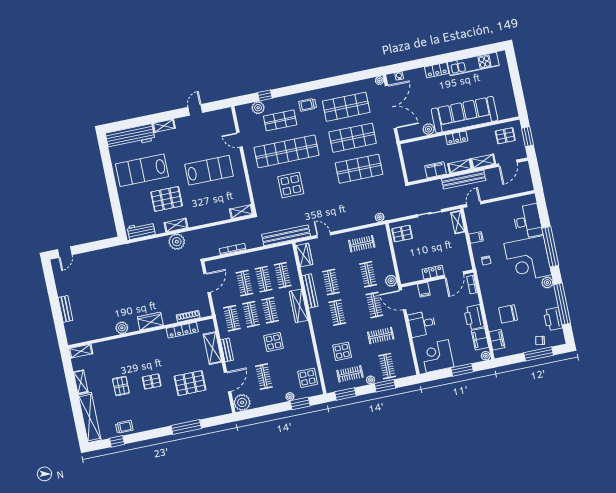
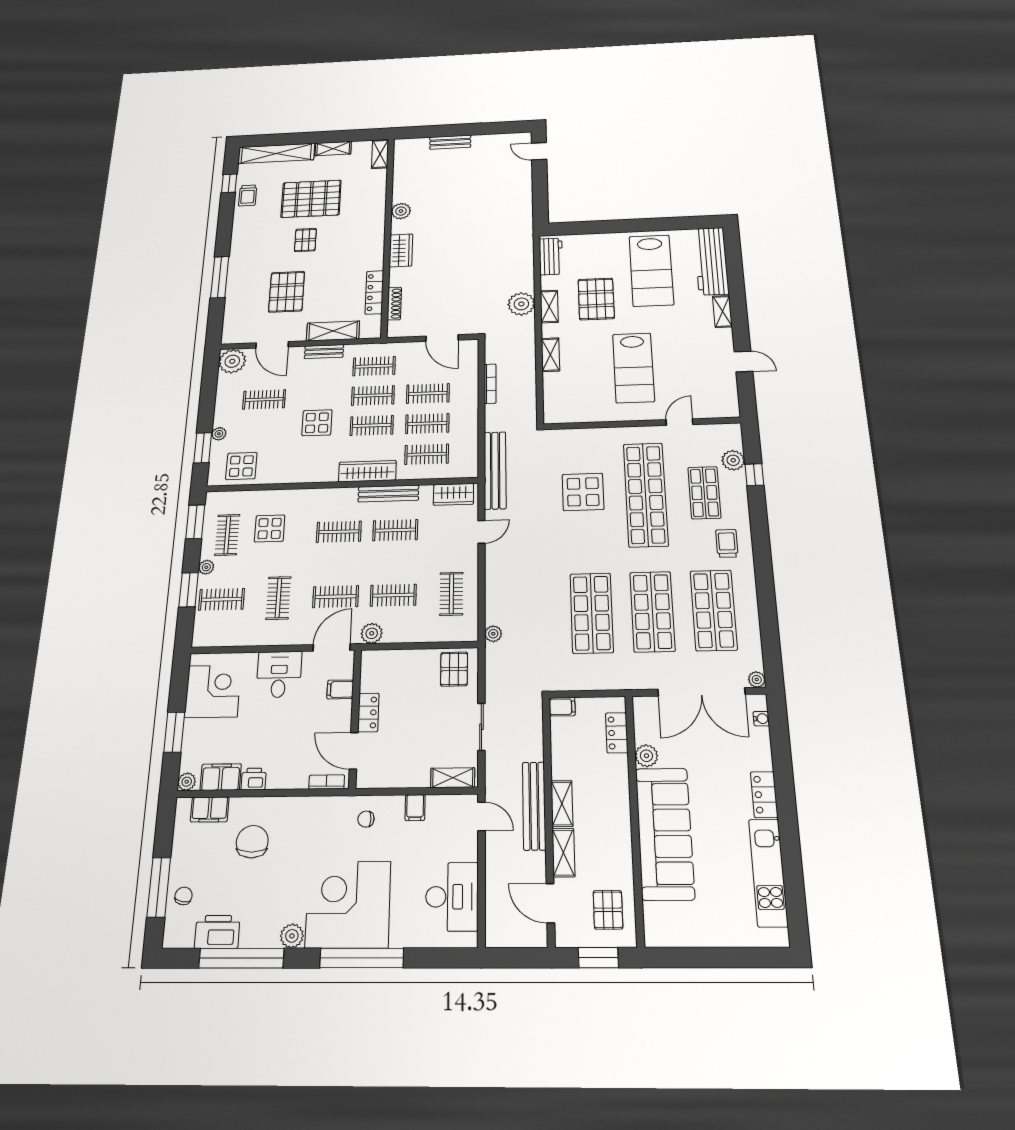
locker: (457, 138) -> (617, 733), moved
lab bench: (142, 170) -> (651, 270), turned 180
filing cabinet: (435, 170) -> (562, 707), moved, width x0.50
shelving: (241, 212) -> (550, 355), moved
desk: (528, 221) -> (452, 897), moved, turned -90
printer: (474, 317) -> (254, 779), width x0.53, depth x0.68
pallet: (121, 386) -> (311, 199), width x2.05, depth x2.00

